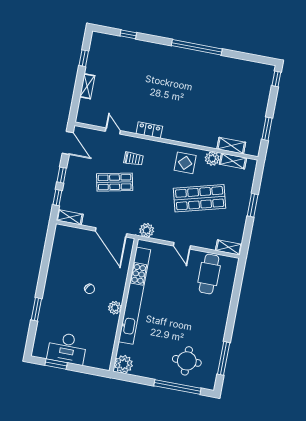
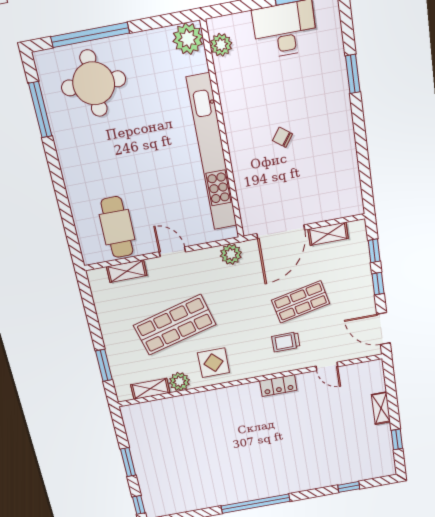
window: (267, 129) -> (128, 462), moved
shelving: (231, 146) -> (161, 407), removed
window: (253, 205) -> (104, 365), moved
shelving: (70, 217) -> (328, 234), moved
door: (111, 232) -> (281, 232), swing flipped
shelving: (229, 247) -> (127, 271), moved
plant: (115, 308) -> (221, 45), moved
round table: (187, 361) -> (94, 83), width x1.36, depth x1.36

